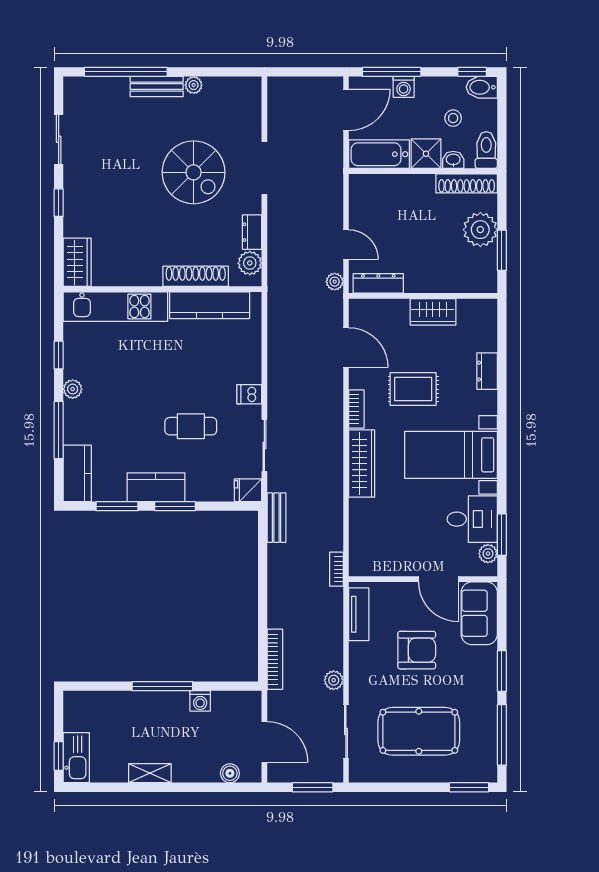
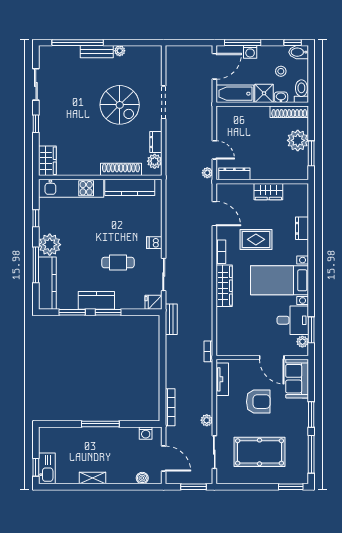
plant: (73, 389) -> (50, 245), width x1.88, depth x1.88
kitchen counter: (77, 473) -> (47, 283), width x1.50
washing machine: (200, 701) -> (146, 433), moved

